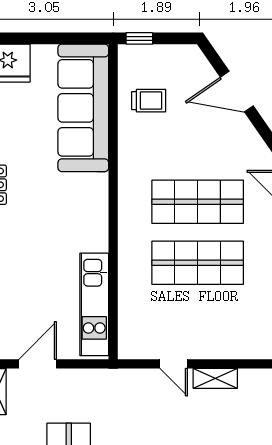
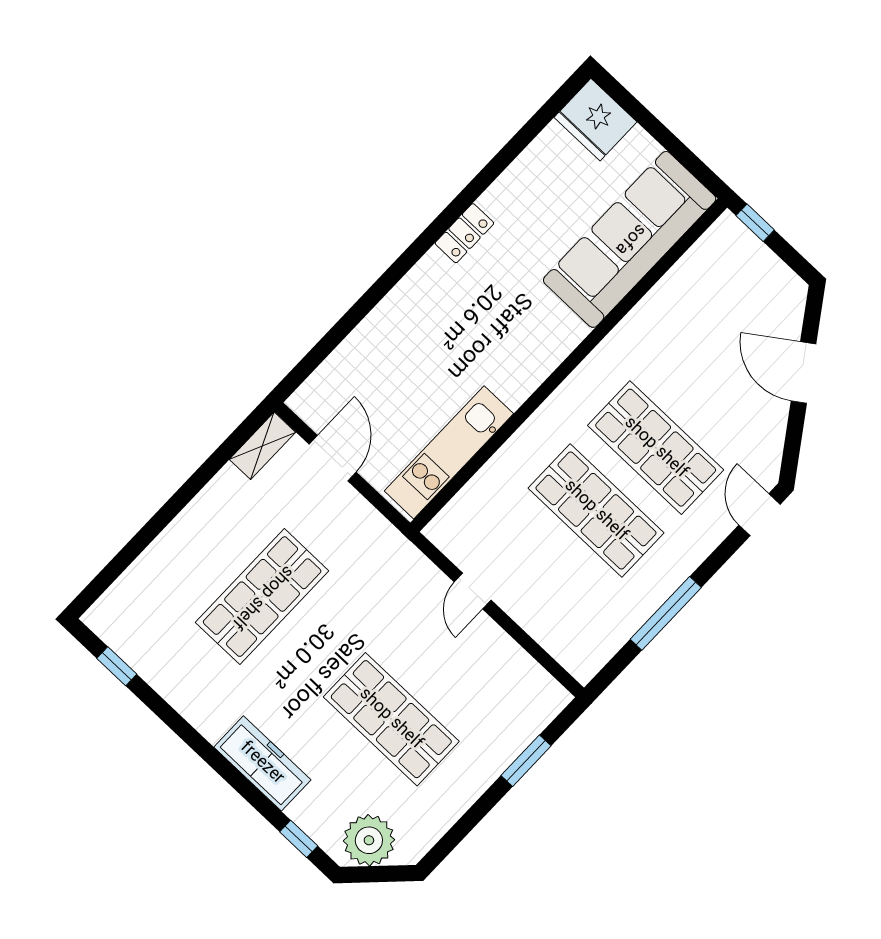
trolley: (149, 101) -> (704, 296), removed
door: (38, 364) -> (333, 458), hinge flipped
shelving: (215, 378) -> (501, 647), removed

